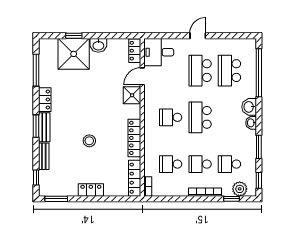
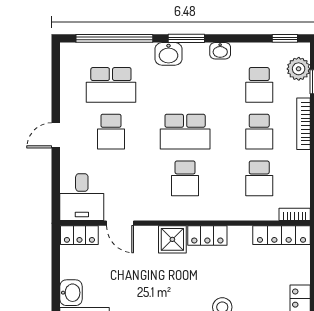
door: (198, 36) -> (56, 135), hinge flipped
school desk: (200, 71) -> (111, 132), width x0.54
shower: (132, 95) -> (172, 239), moved
washbasin: (251, 123) -> (220, 51), moved
locker: (134, 138) -> (207, 236), width x0.66
window: (259, 147) -> (186, 38), moved

